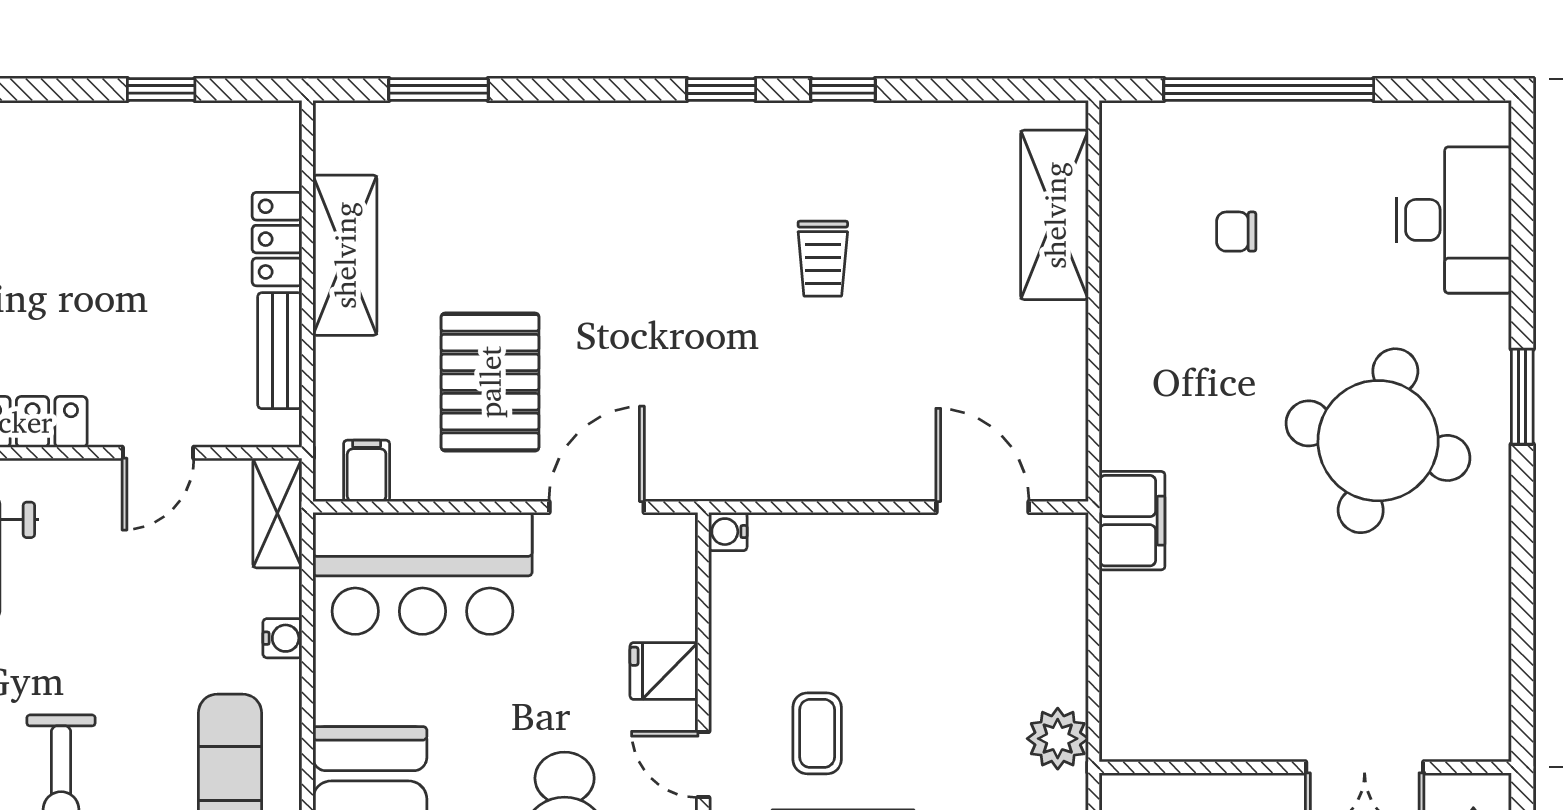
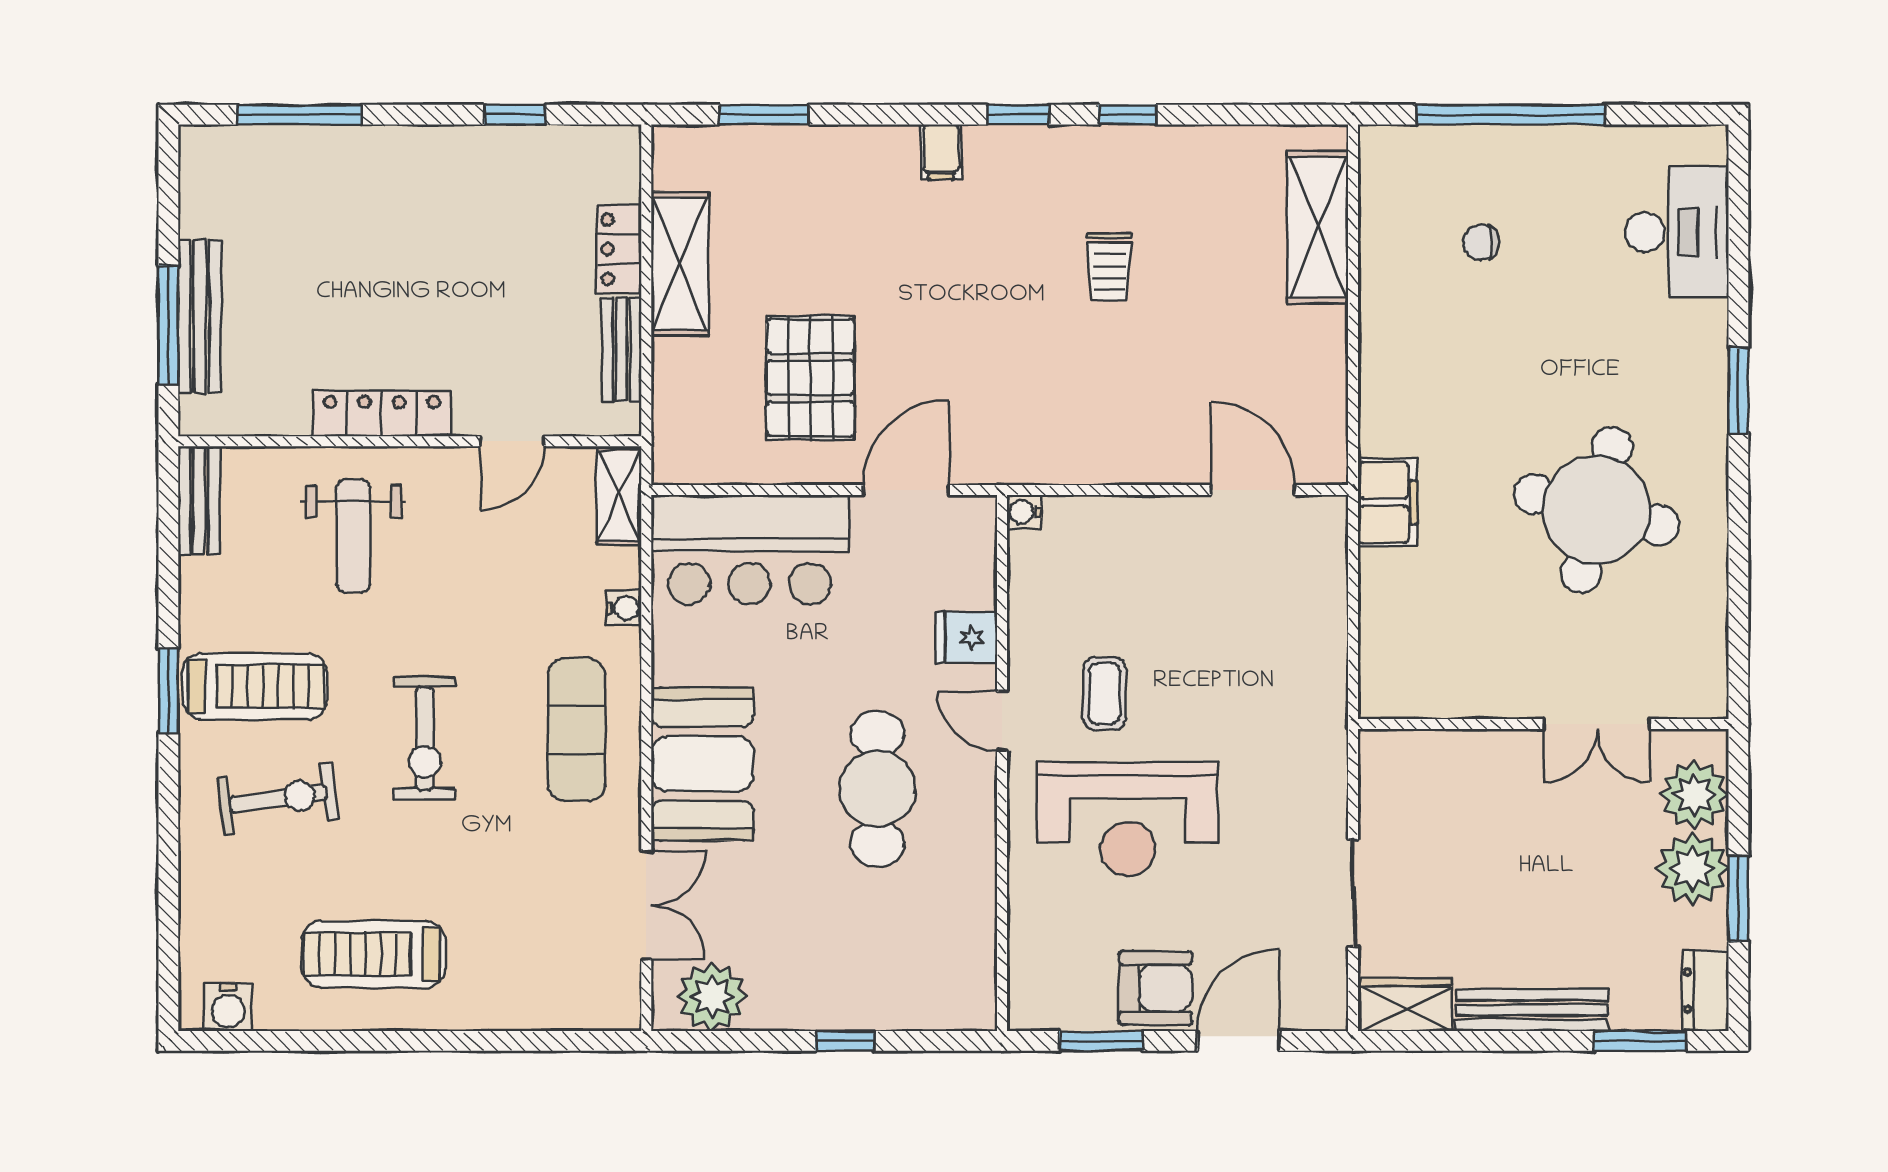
round table: (1378, 441) -> (1596, 510), moved
filing cabinet: (367, 471) -> (941, 152), moved, turned 180
plant: (1058, 739) -> (1321, 698), removed

